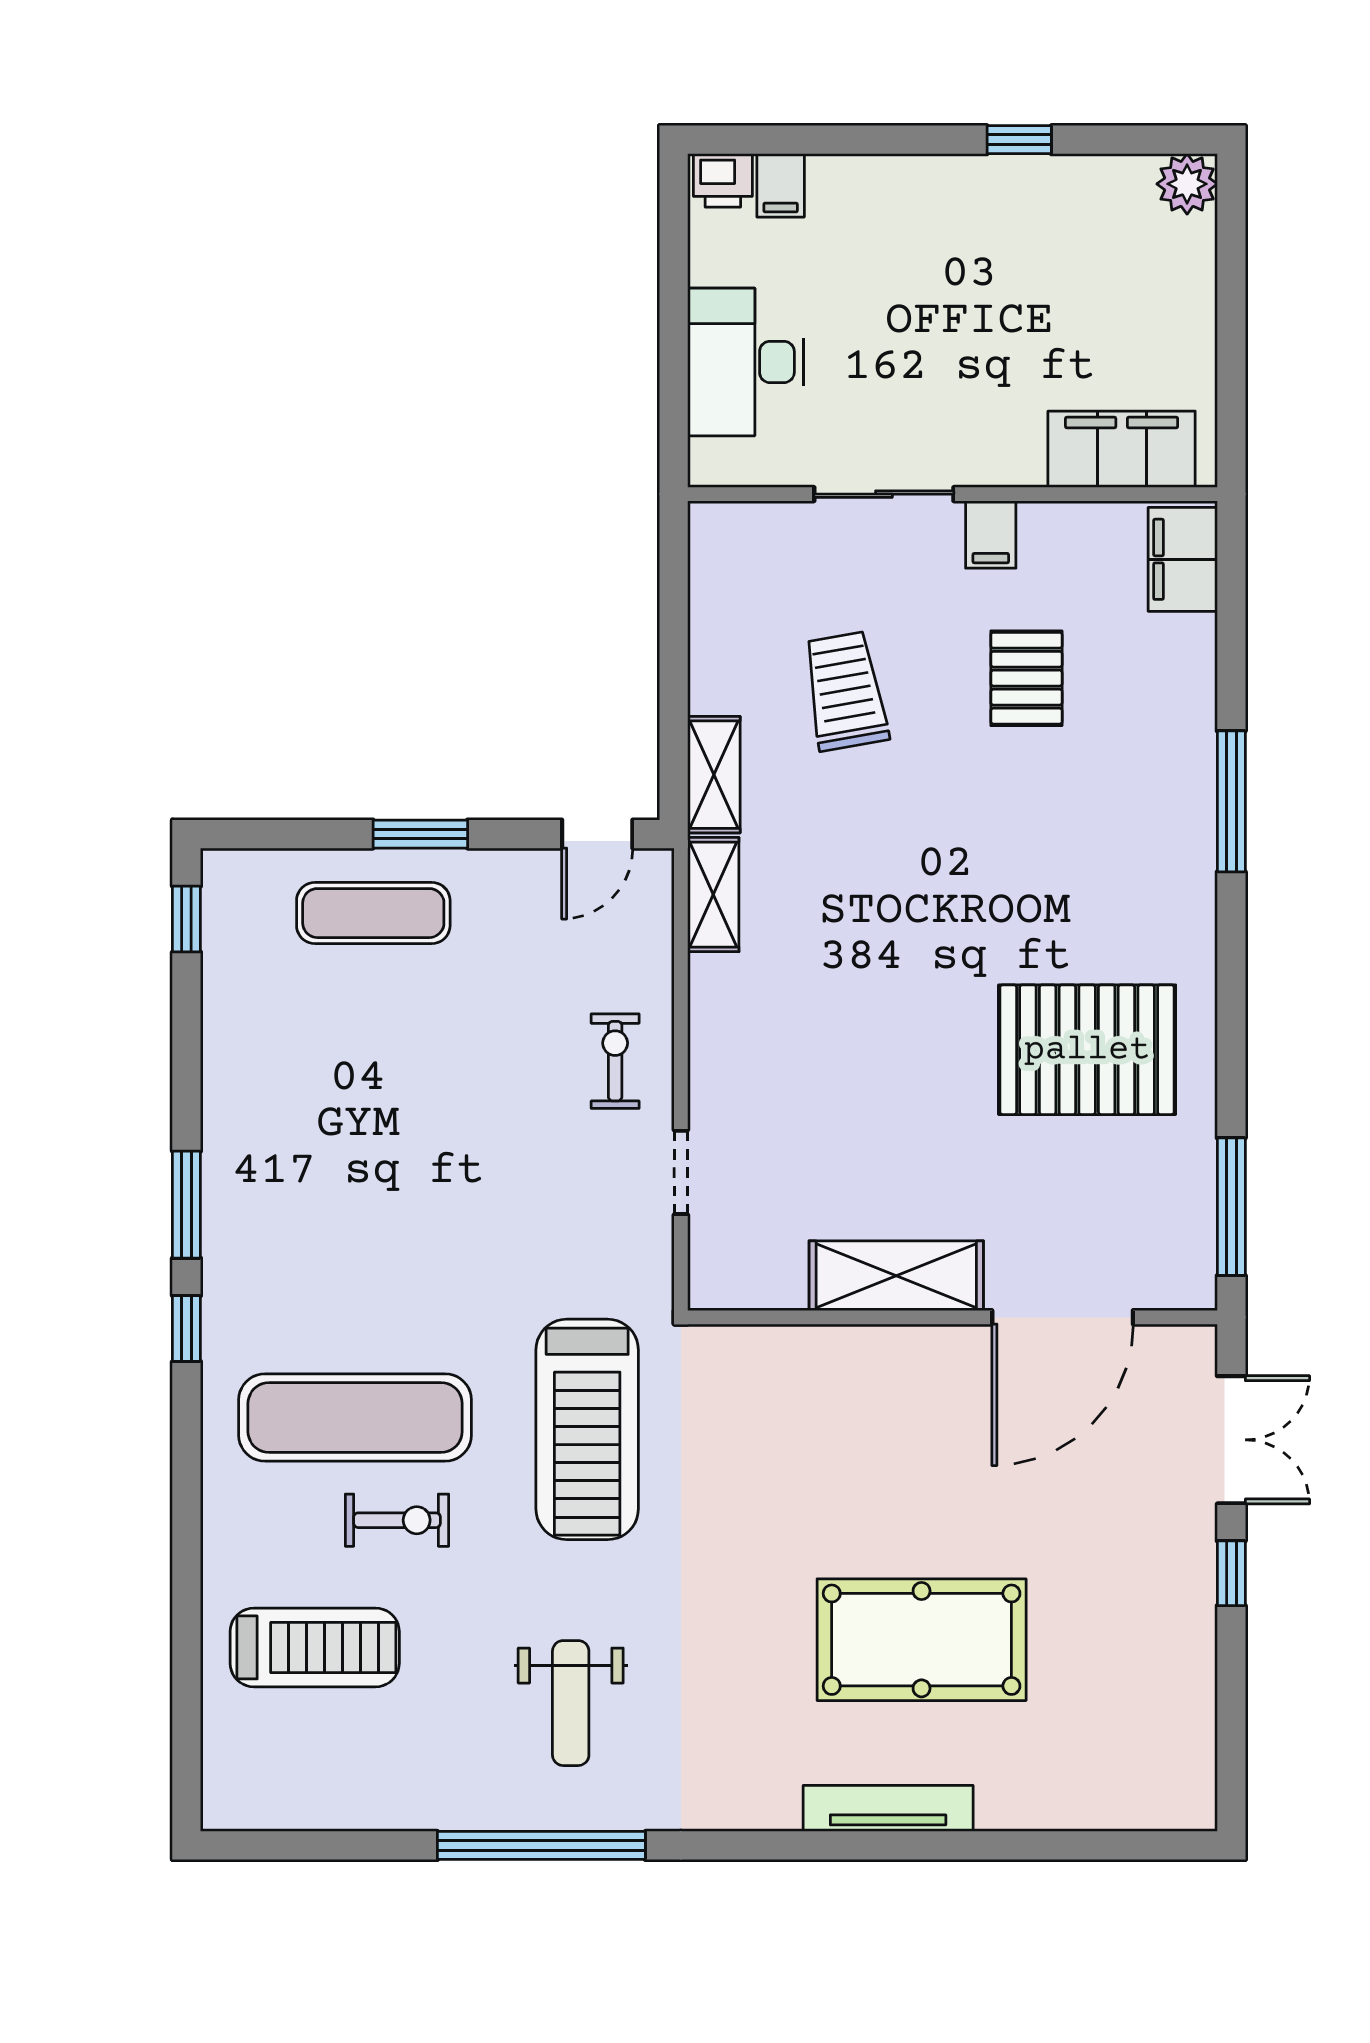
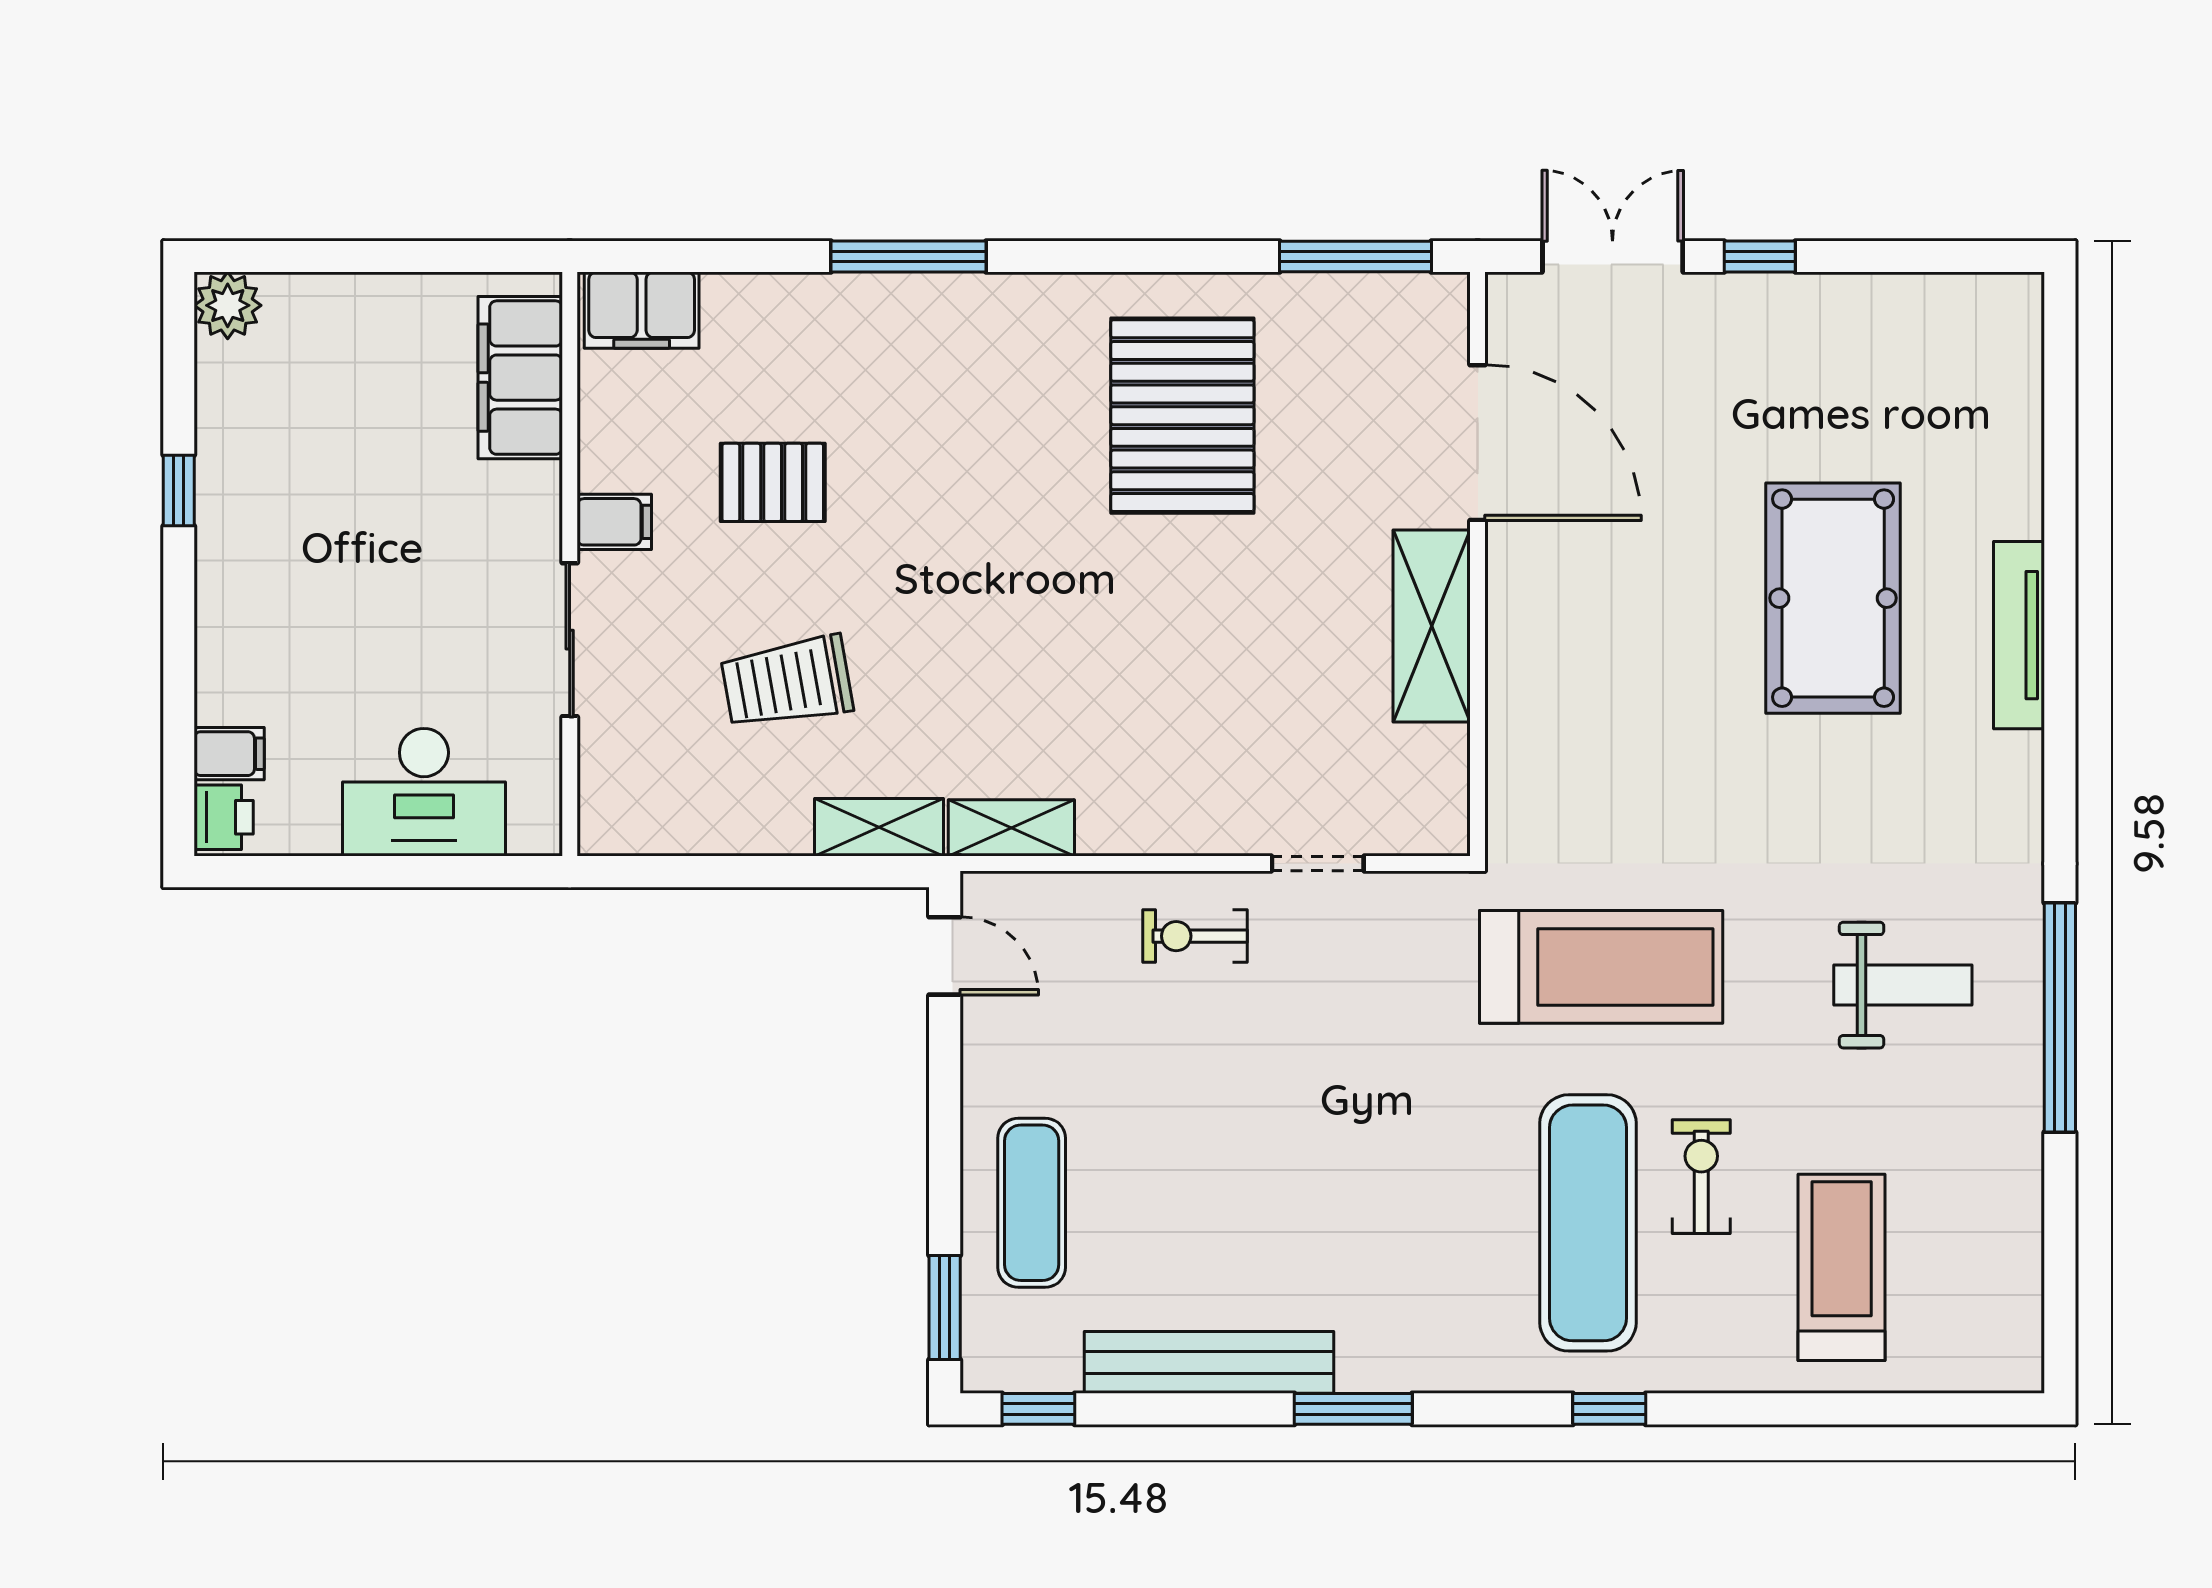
window: (420, 834) -> (945, 1307), moved
bench: (228, 1074) -> (1209, 1362), added
window: (186, 1329) -> (1609, 1409), moved

